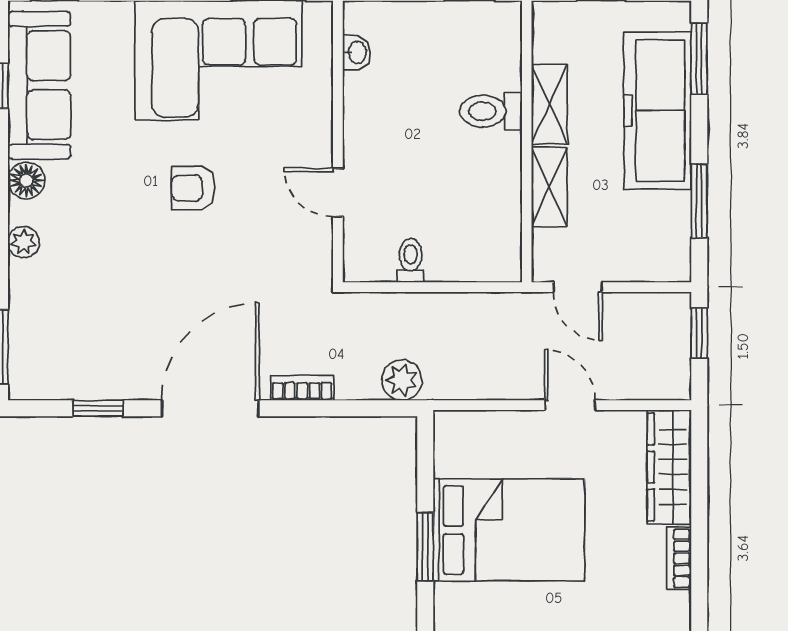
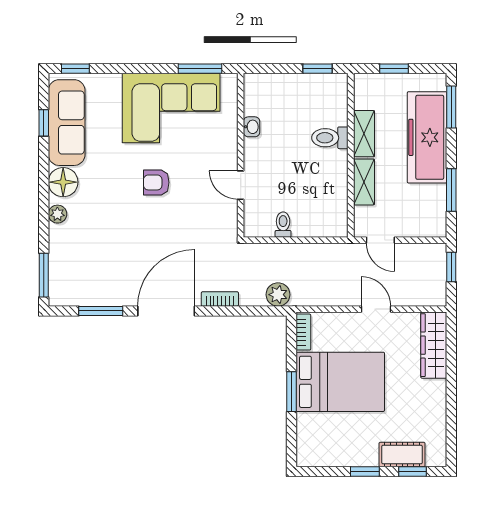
washbasin: (357, 52) -> (252, 127), moved
floor lamp: (26, 181) -> (63, 182), width x1.38, depth x1.38
window: (98, 408) -> (101, 311), width x1.50
bookcase: (679, 558) -> (303, 332), moved, turned 180

